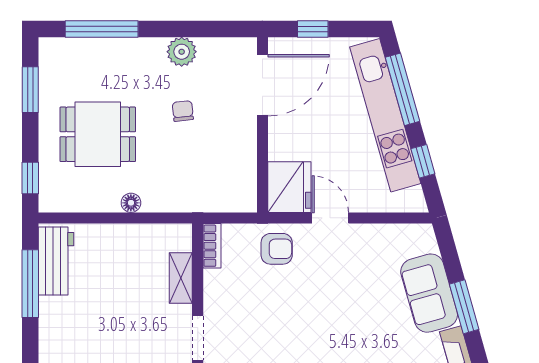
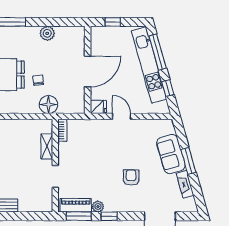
door: (262, 85) -> (88, 71), moved
chair: (183, 111) -> (38, 80), moved
fridge: (289, 187) -> (98, 107), width x0.53, depth x0.75
floor lamp: (131, 203) -> (48, 105), moved, width x1.89, depth x1.89
armchair: (277, 249) -> (131, 177), moved, turned -90

